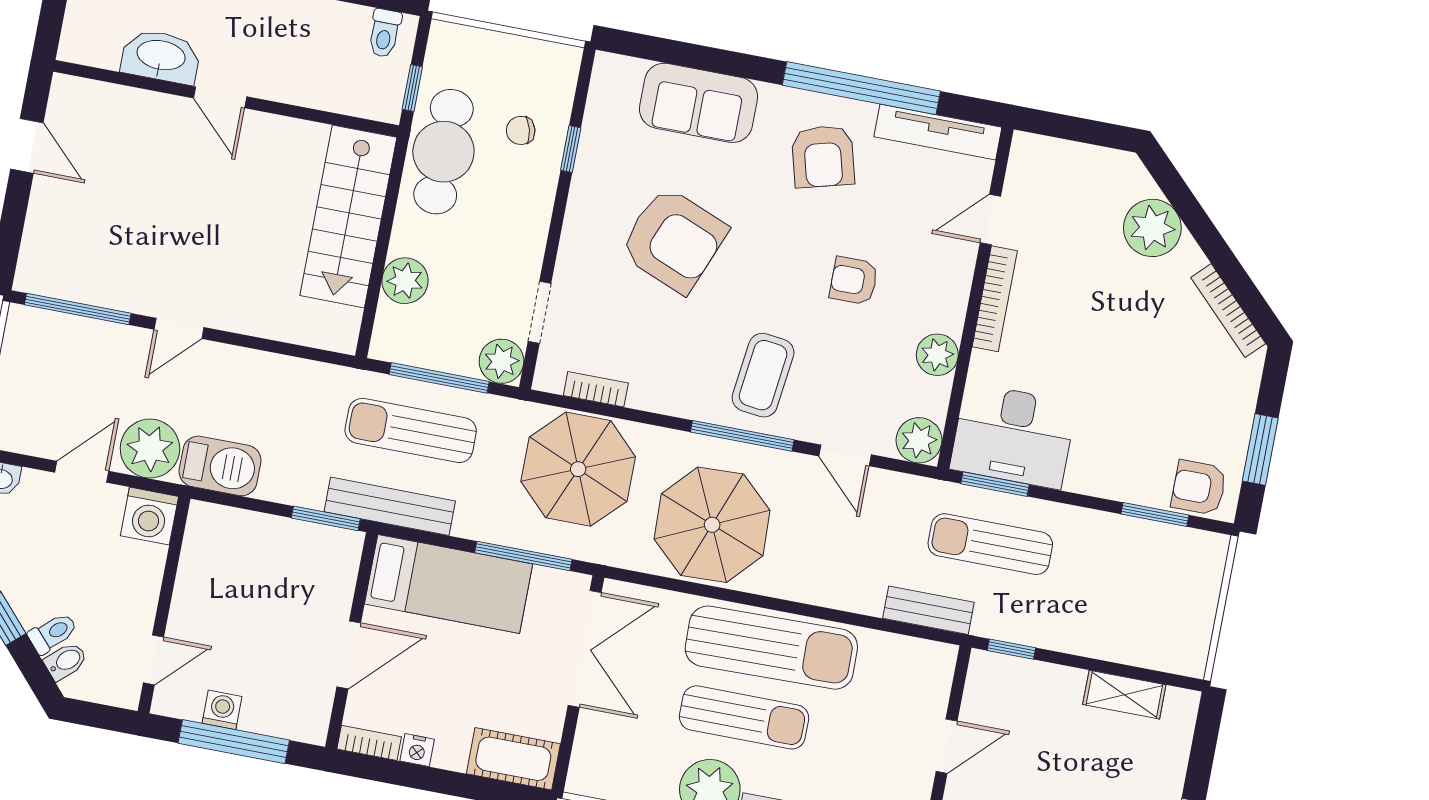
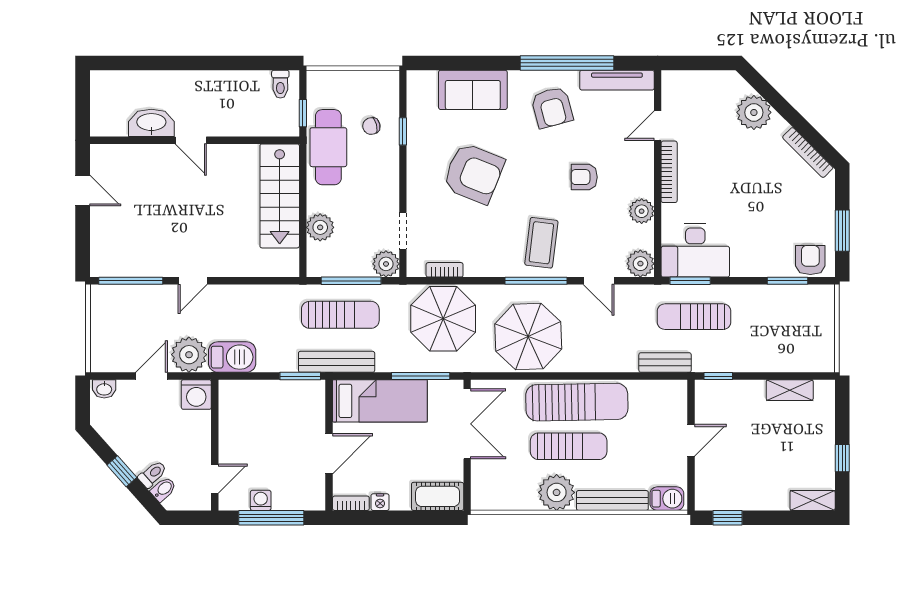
sun lounger: (411, 430) -> (340, 315), turned 180
armchair: (1199, 488) -> (810, 260), turned 90

